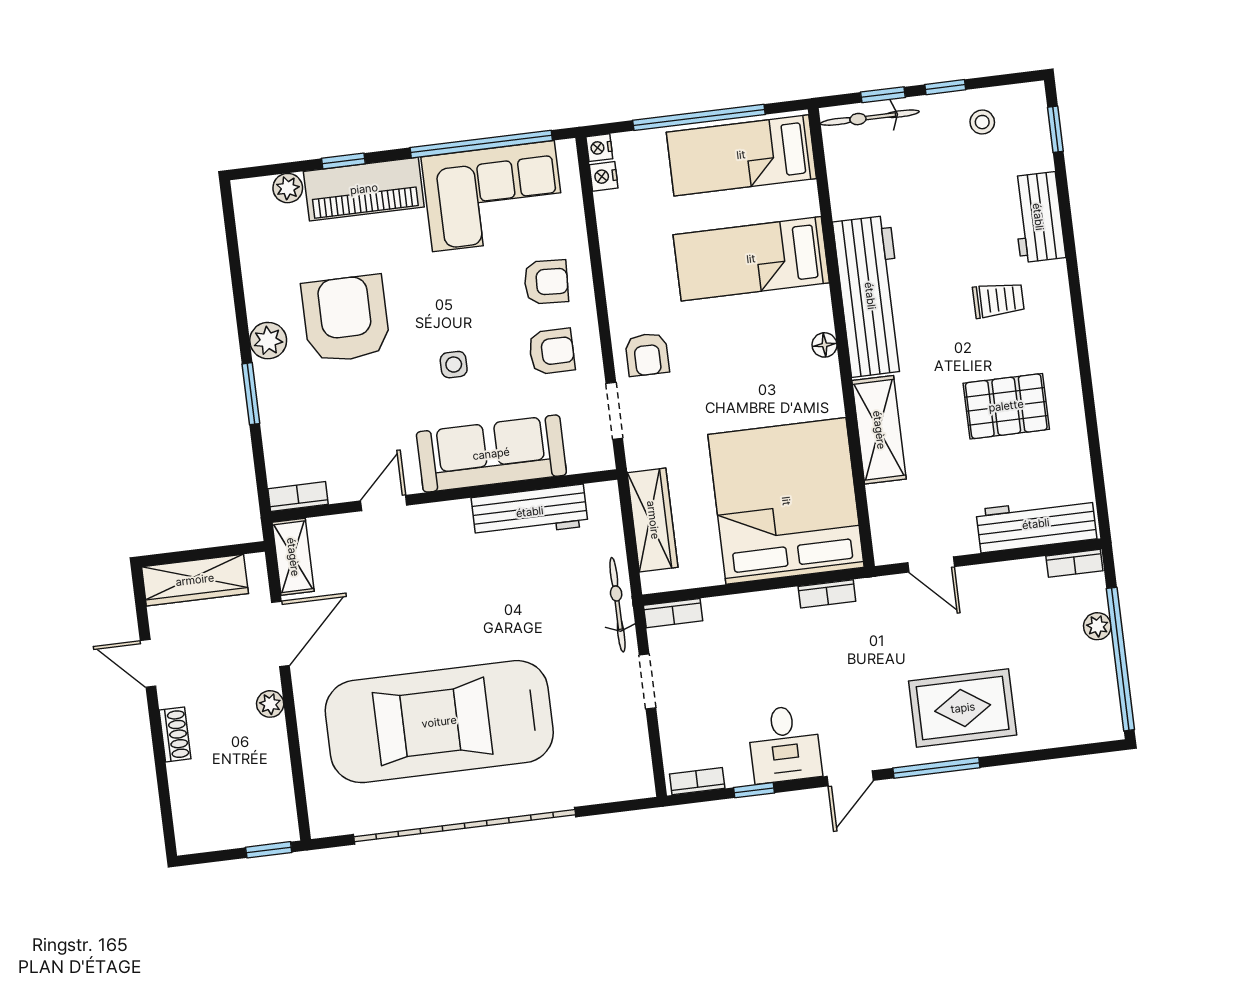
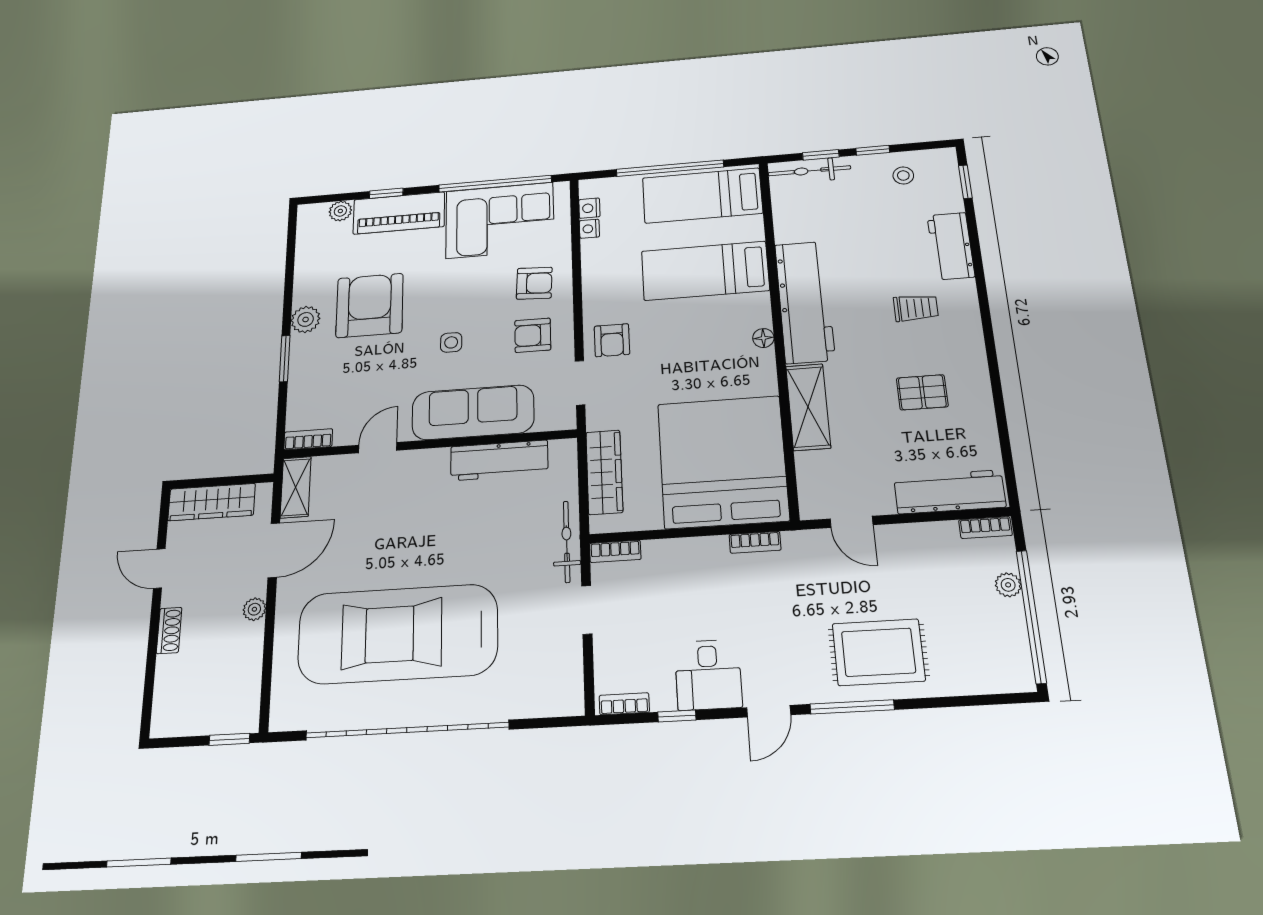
nightstand: (599, 148) -> (589, 229), moved
armchair: (552, 351) -> (533, 335), turned 180
pallet: (1006, 406) -> (922, 392), width x0.67, depth x0.71

